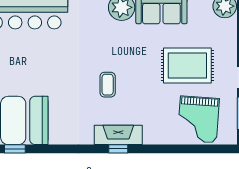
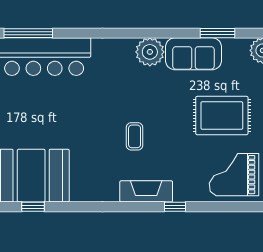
grand piano: (198, 119) -> (234, 175), turned 86
window: (118, 149) -> (175, 207), moved

